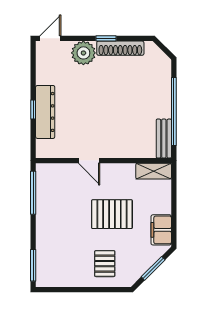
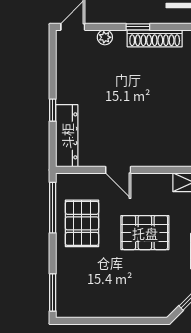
plant: (83, 53) -> (105, 37), width x0.53, depth x0.53
dresser: (45, 112) -> (67, 136), moved
pallet: (105, 264) -> (82, 223), moved, width x1.50, depth x1.42

